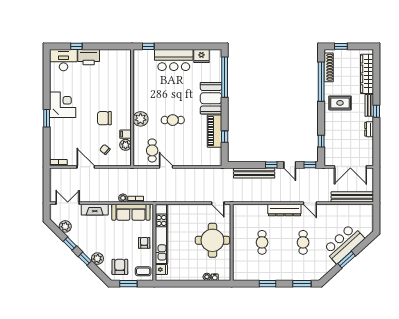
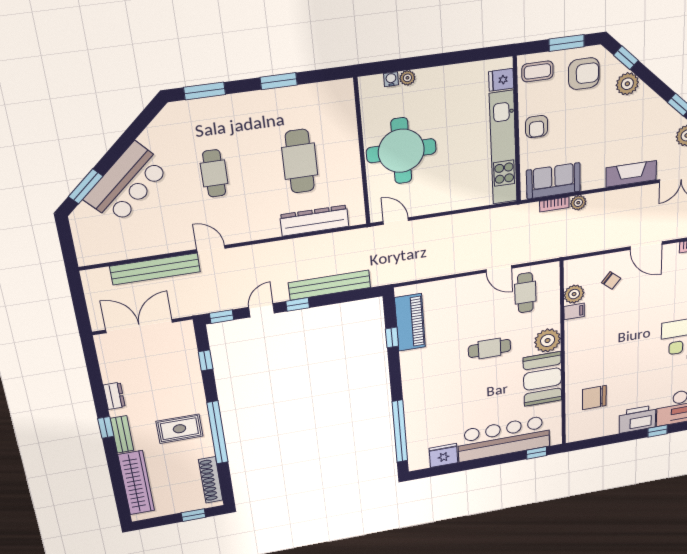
bar counter: (174, 60) -> (504, 439), width x1.36
window: (321, 82) -> (217, 433), moved
booth: (211, 98) -> (543, 379), moved
chair: (104, 118) -> (594, 398), moved, turned 180
piano: (215, 131) -> (410, 322), moved
door: (290, 165) -> (261, 310), hinge flipped
bench: (352, 197) -> (155, 269), moved
dresser: (284, 210) -> (314, 221), moved
sofa: (131, 212) -> (553, 181), width x0.73
cafe table: (262, 242) -> (300, 161), width x1.37, depth x1.35
window: (85, 259) -> (626, 58), moved
window: (347, 260) -> (86, 186), moved
armchair: (120, 267) -> (584, 74), turned -90

